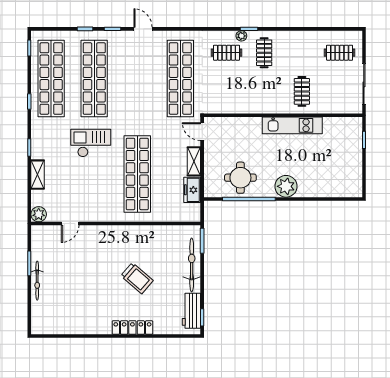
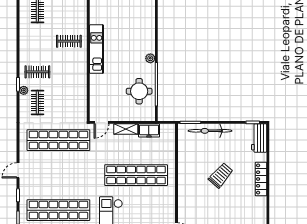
plant: (286, 186) -> (150, 58), width x0.53, depth x0.53
workbench: (191, 311) -> (259, 138), moved, turned 90

